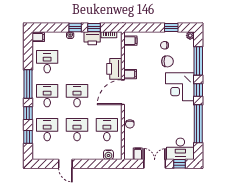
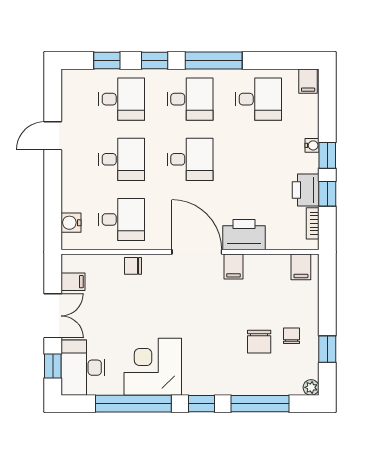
corner desk: (180, 87) -> (153, 367), moved

